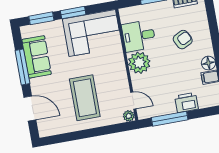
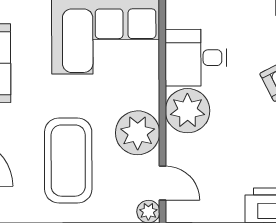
plant: (117, 78) -> (138, 133), added

